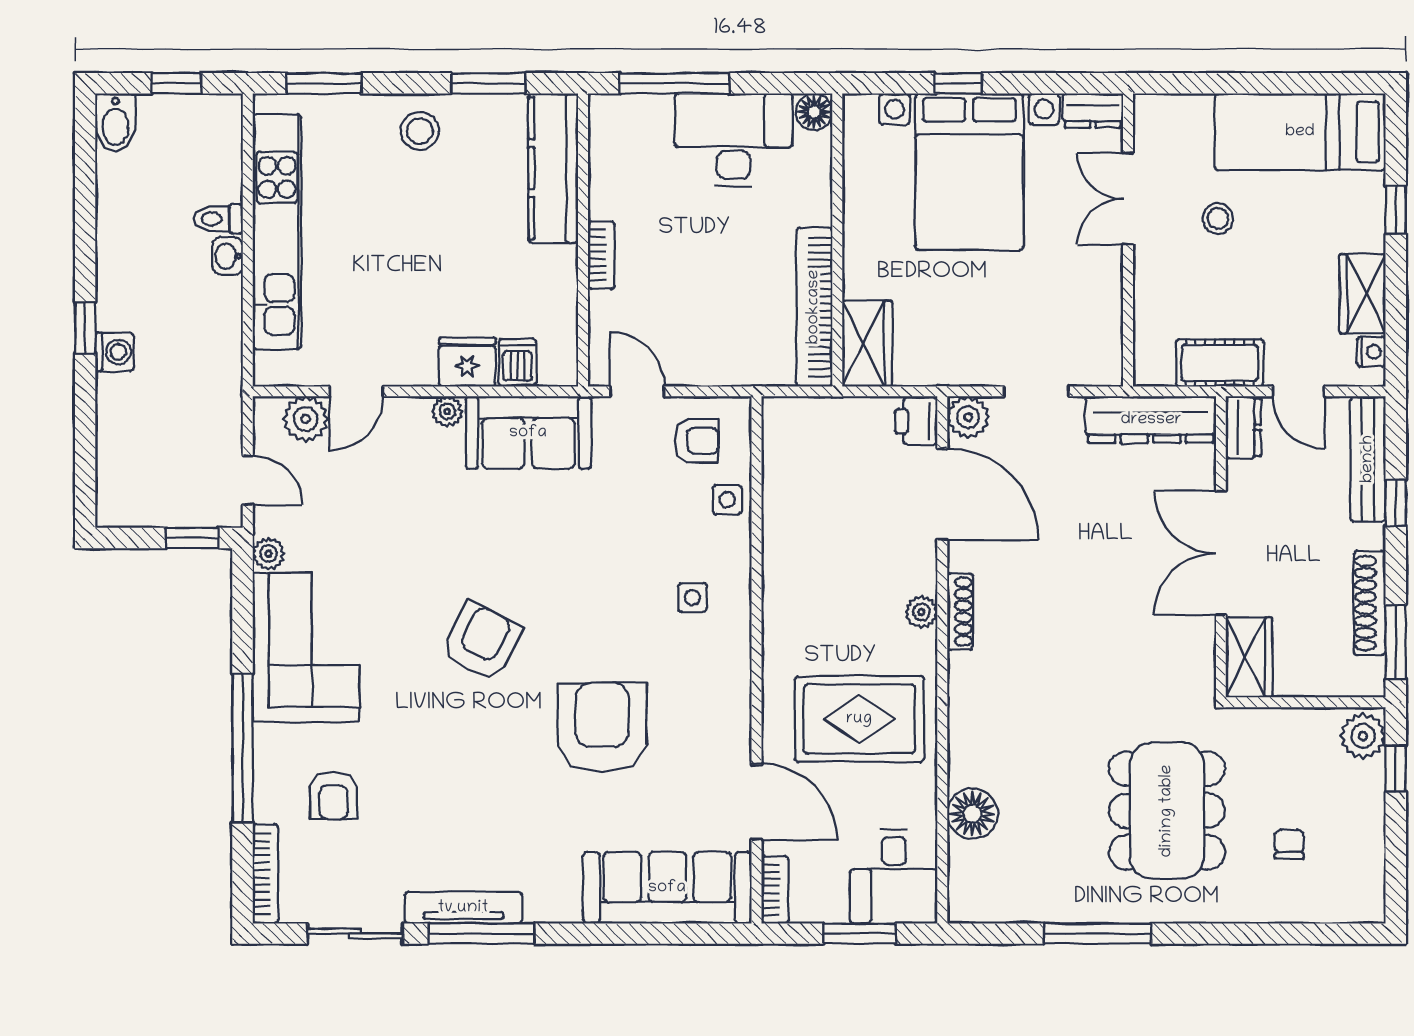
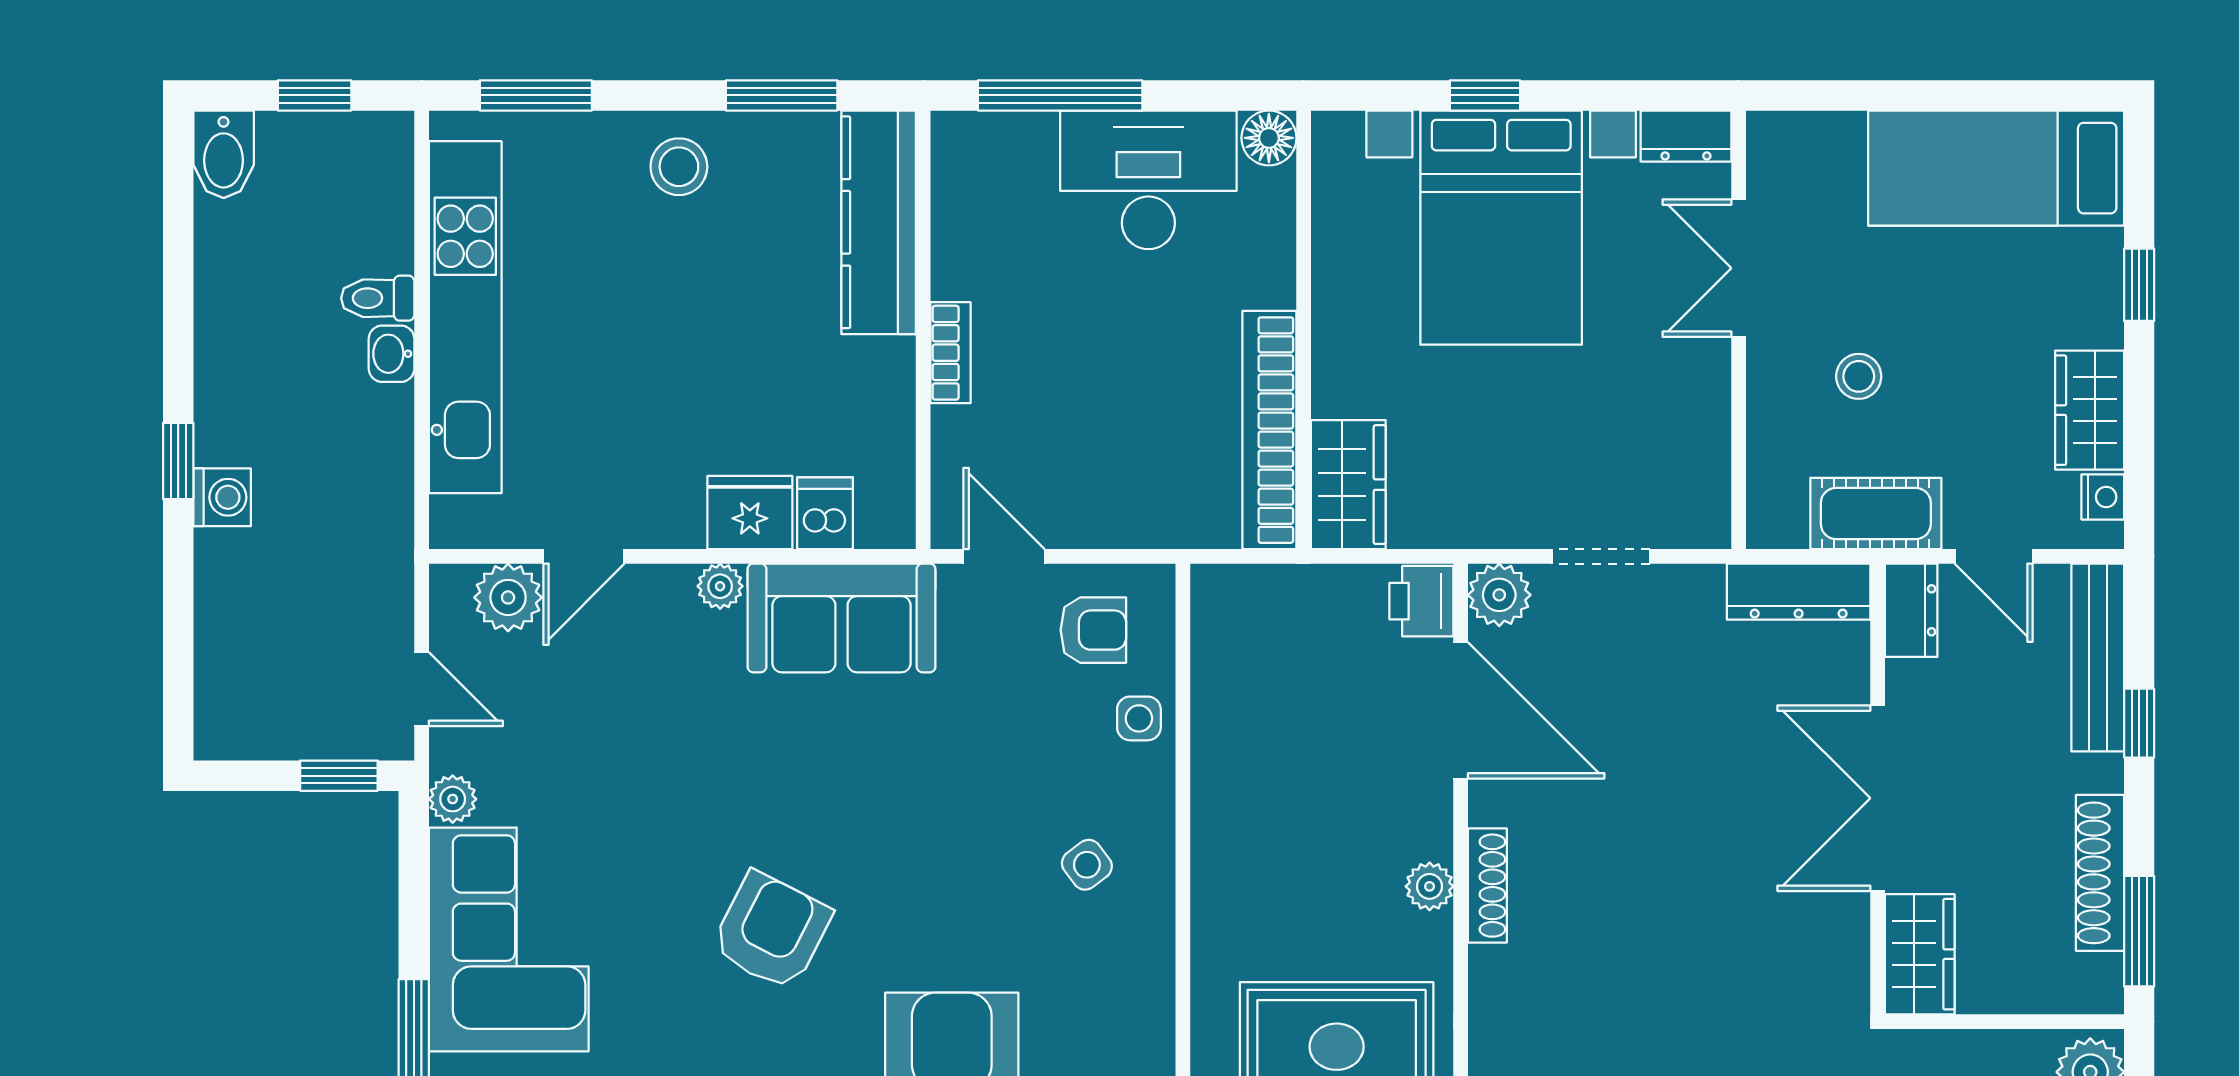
stool: (1218, 218) -> (1859, 376), moved
dresser: (1151, 420) -> (1799, 592), width x0.73, depth x0.80
side table: (692, 598) -> (1087, 865), turned -37

